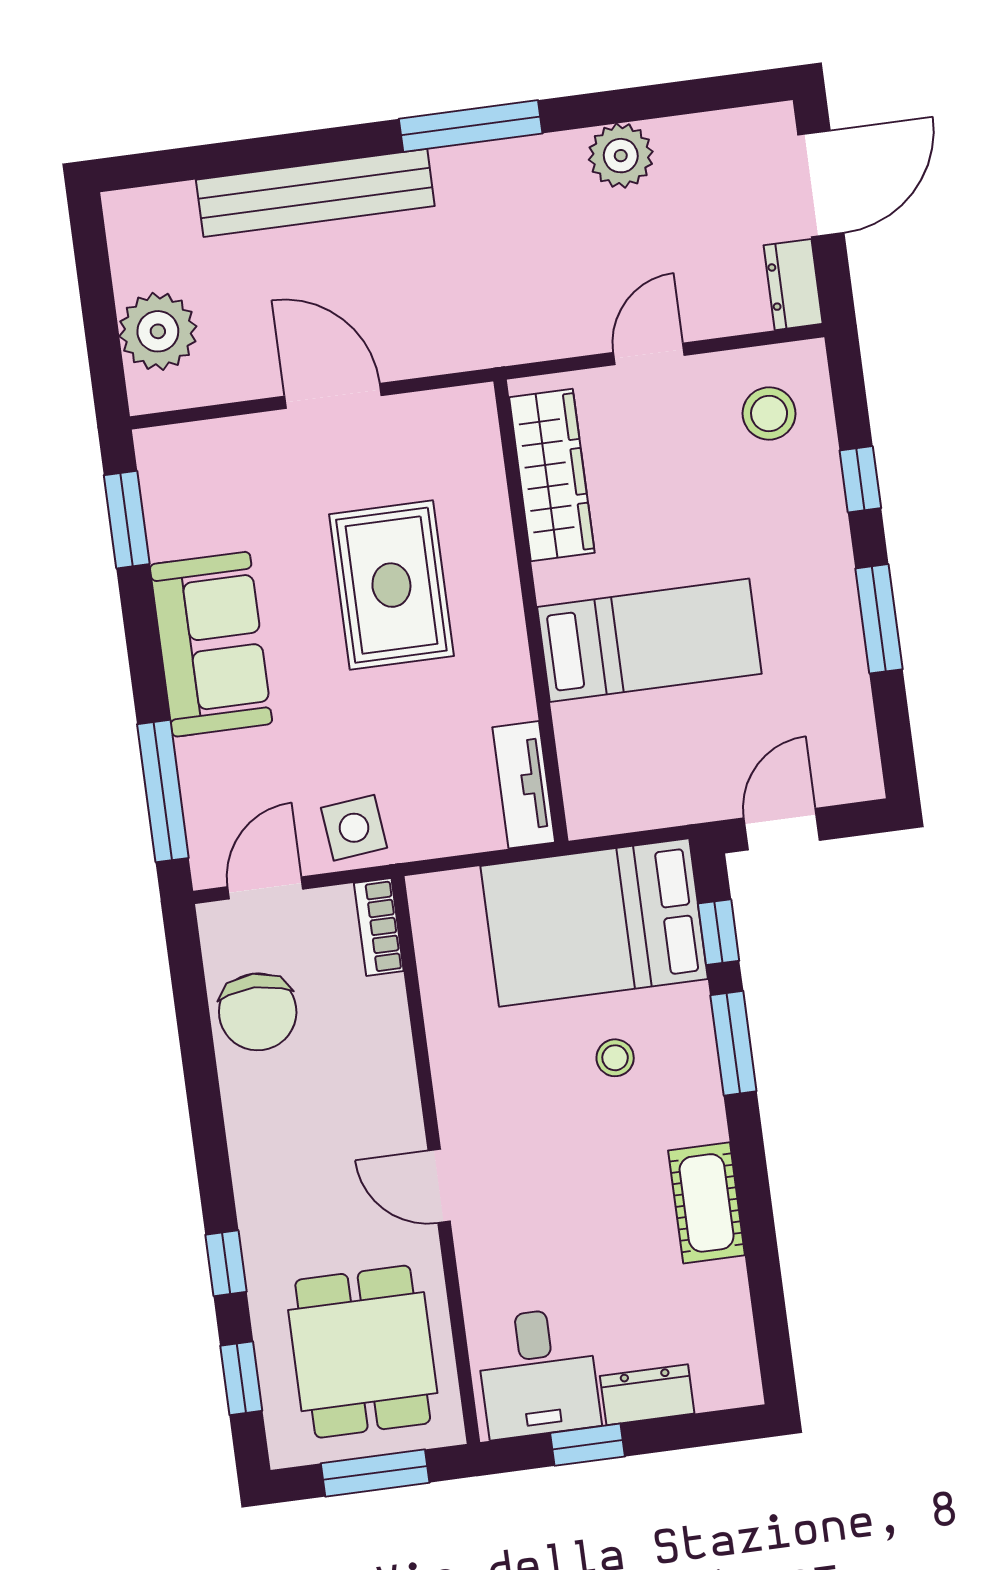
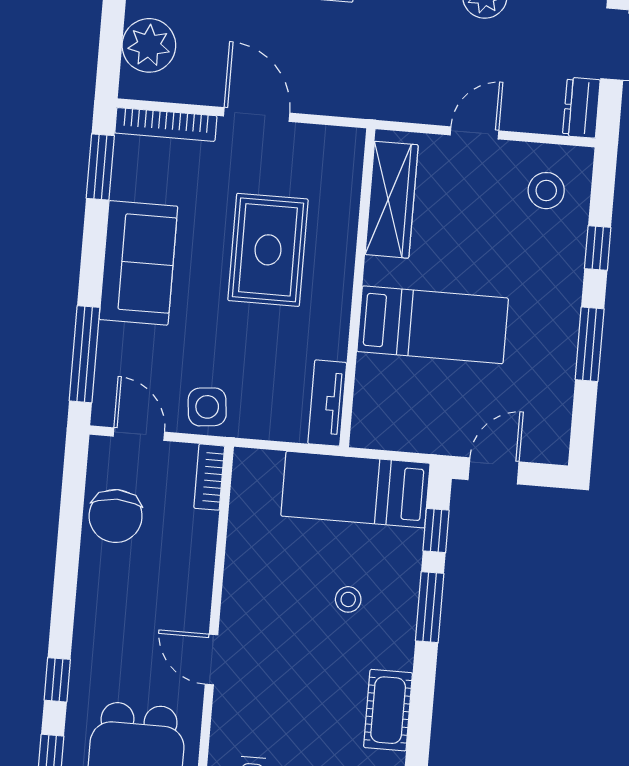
bookcase: (207, 439) -> (166, 124), added
door: (265, 888) -> (139, 434), hinge flipped
bed: (594, 923) -> (355, 490), width x0.67

